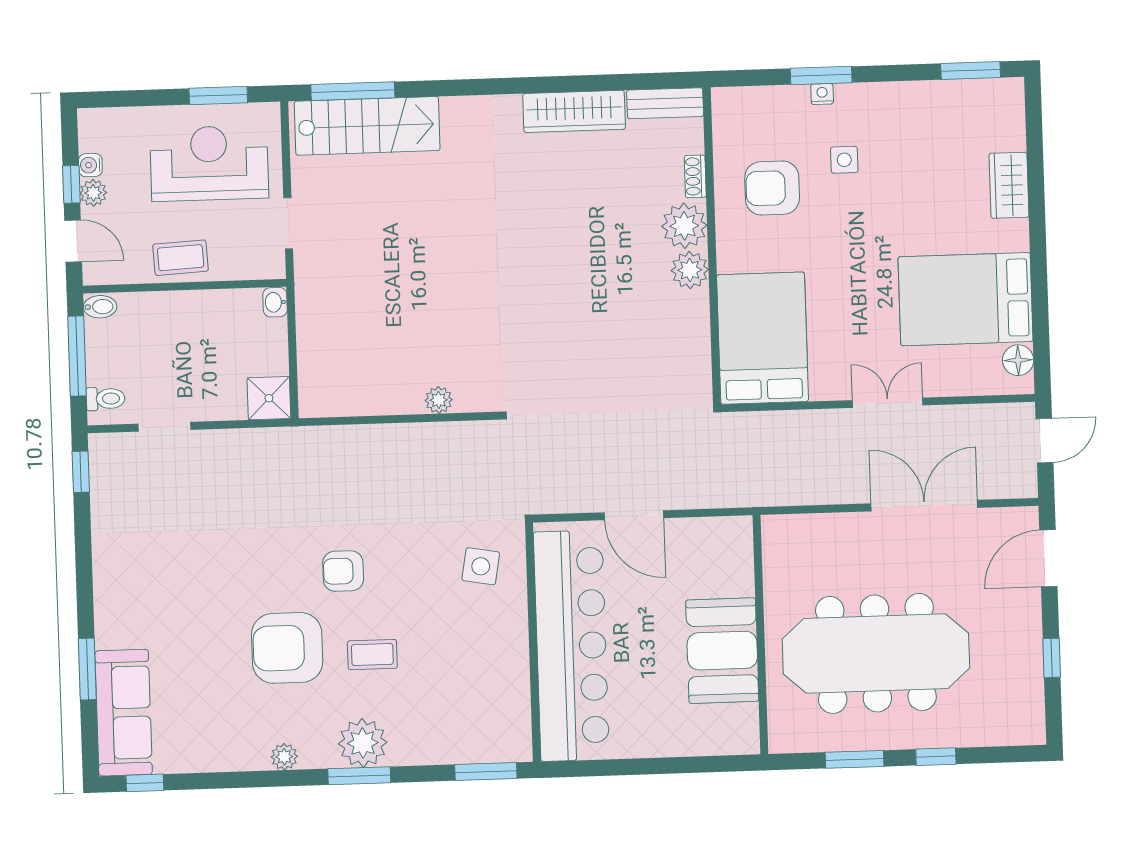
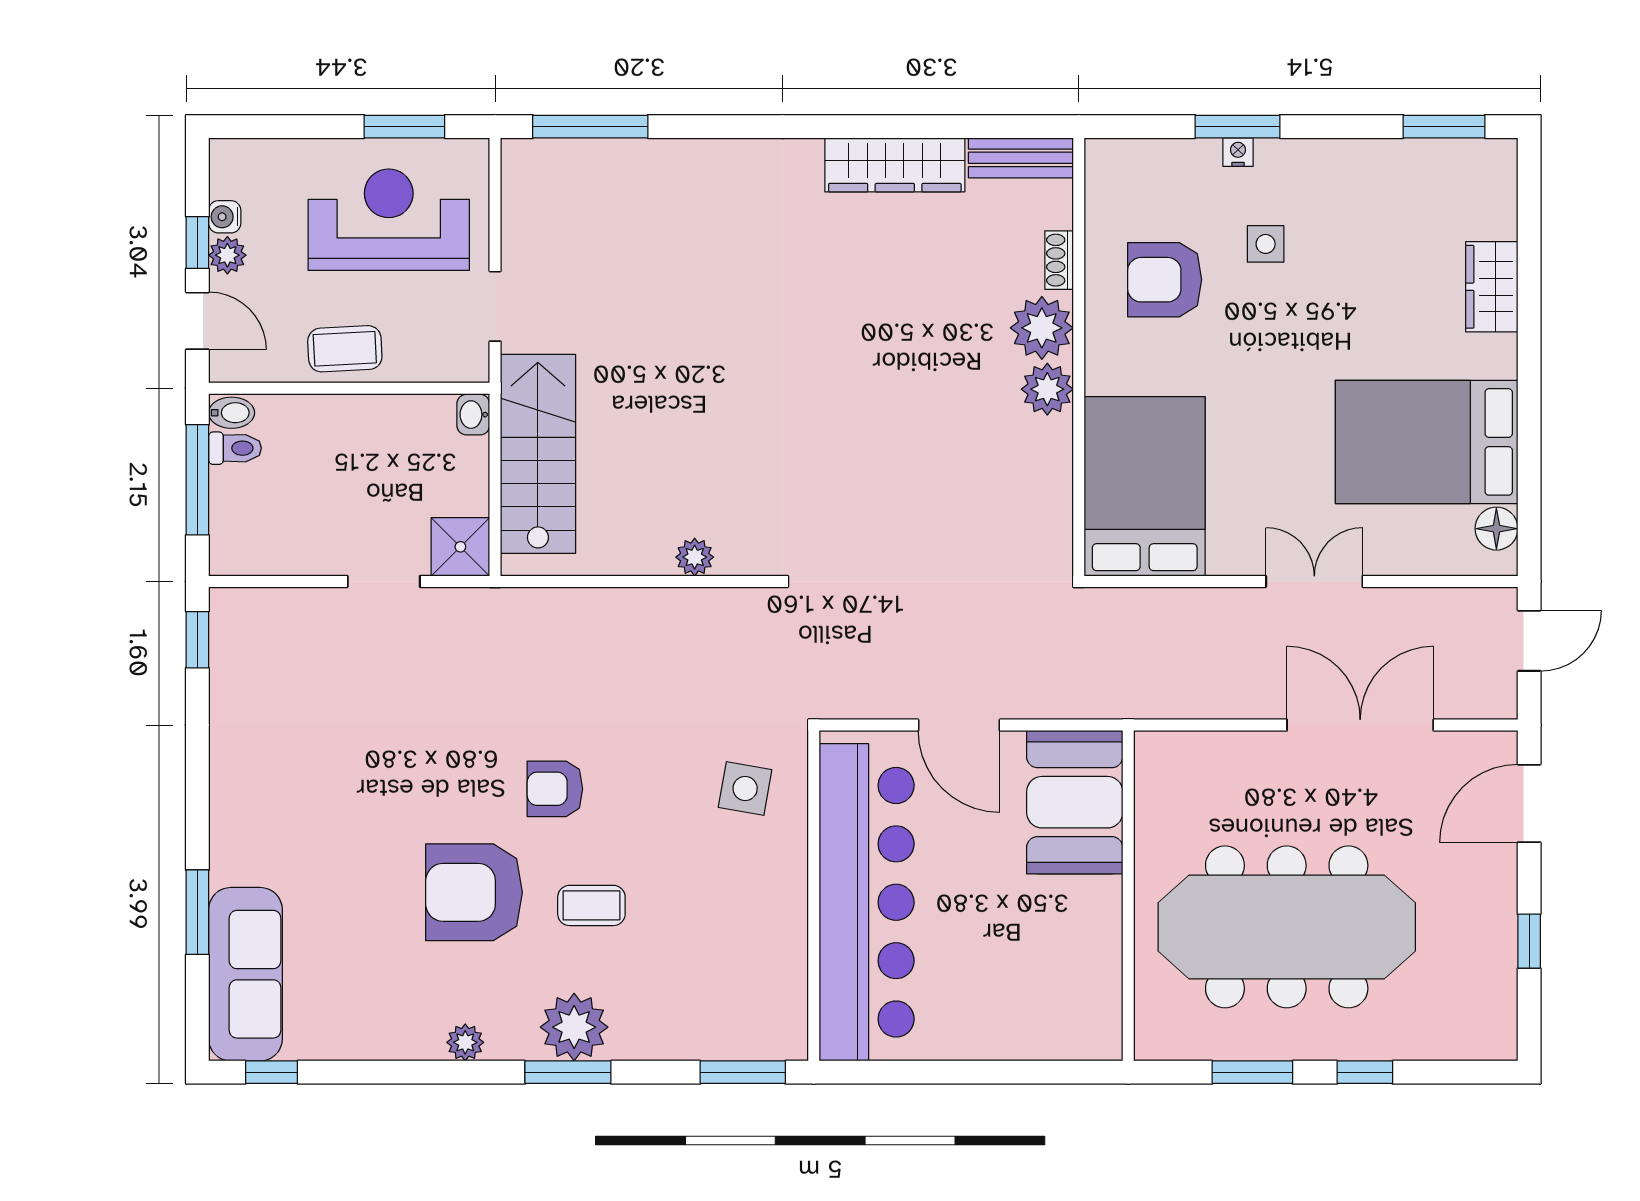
stairs: (367, 126) -> (538, 454), moved, turned -90
toilet: (106, 399) -> (235, 448), moved
doorway: (164, 427) -> (384, 581), moved
booth: (722, 651) -> (1075, 802), moved

